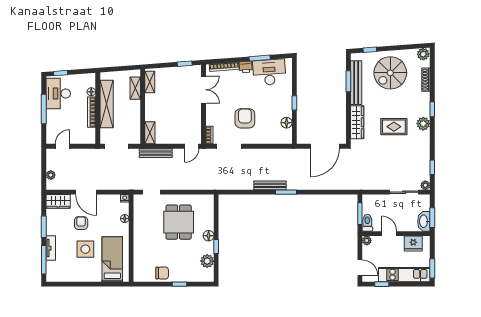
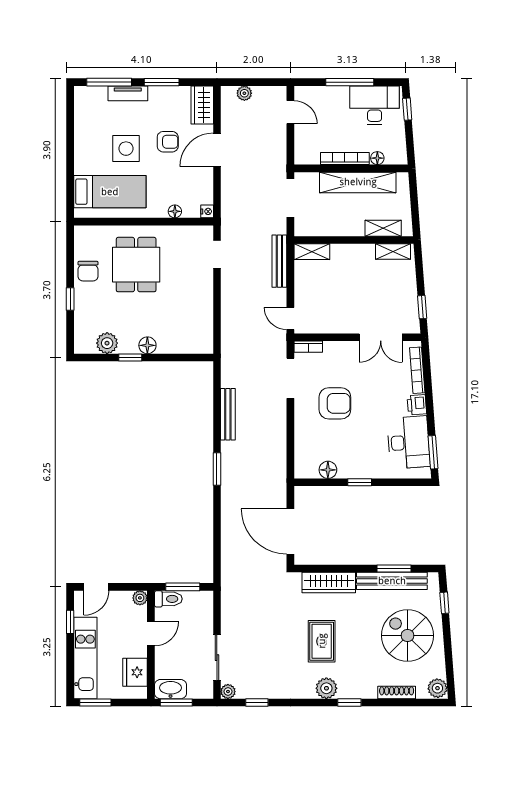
window: (260, 58) -> (433, 452), moved
bench: (270, 185) -> (228, 414), moved
dining table: (179, 222) -> (136, 265), moved, turned 90

